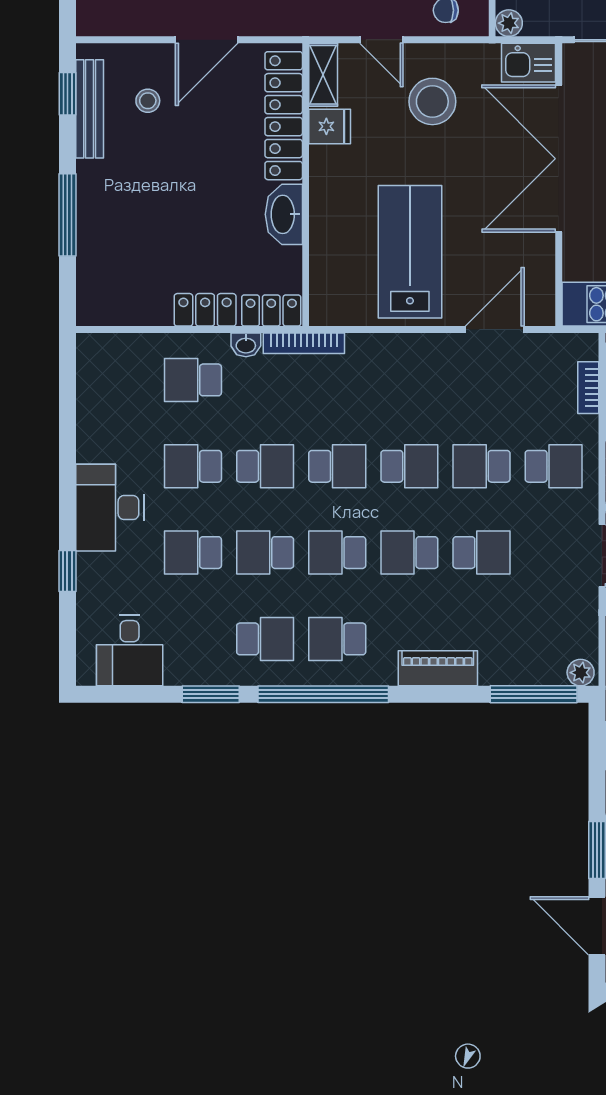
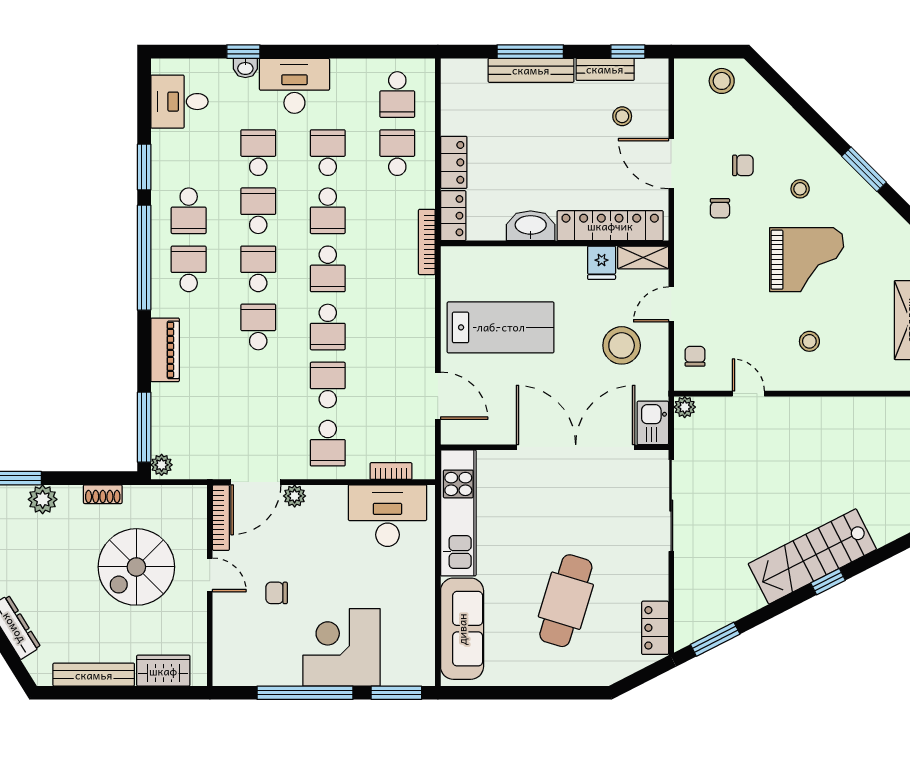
bench: (90, 109) -> (605, 69), width x0.73
bench: (91, 214) -> (531, 70), added
washbasin: (246, 345) -> (245, 68), moved, turned -90
school desk: (482, 553) -> (397, 95), moved

